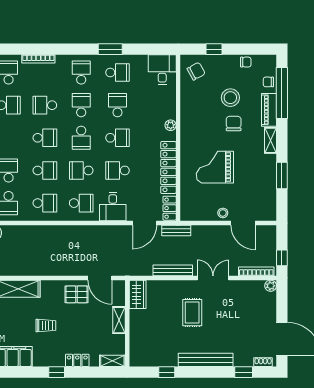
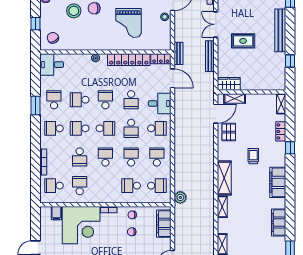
school desk: (81, 203) -> (157, 128), turned 90
shelving: (119, 320) -> (235, 99), moved

